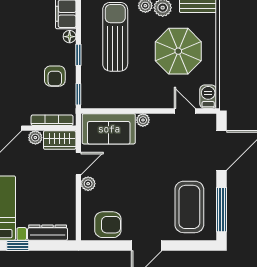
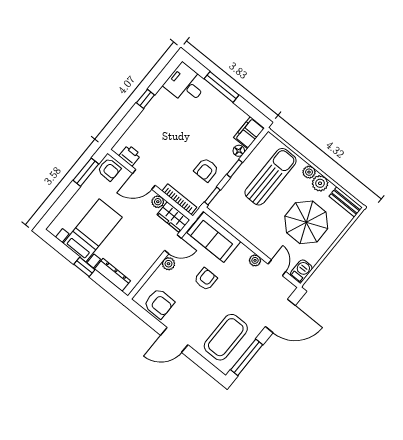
plant: (143, 120) -> (255, 260), moved
armchair: (131, 171) -> (206, 279), added

